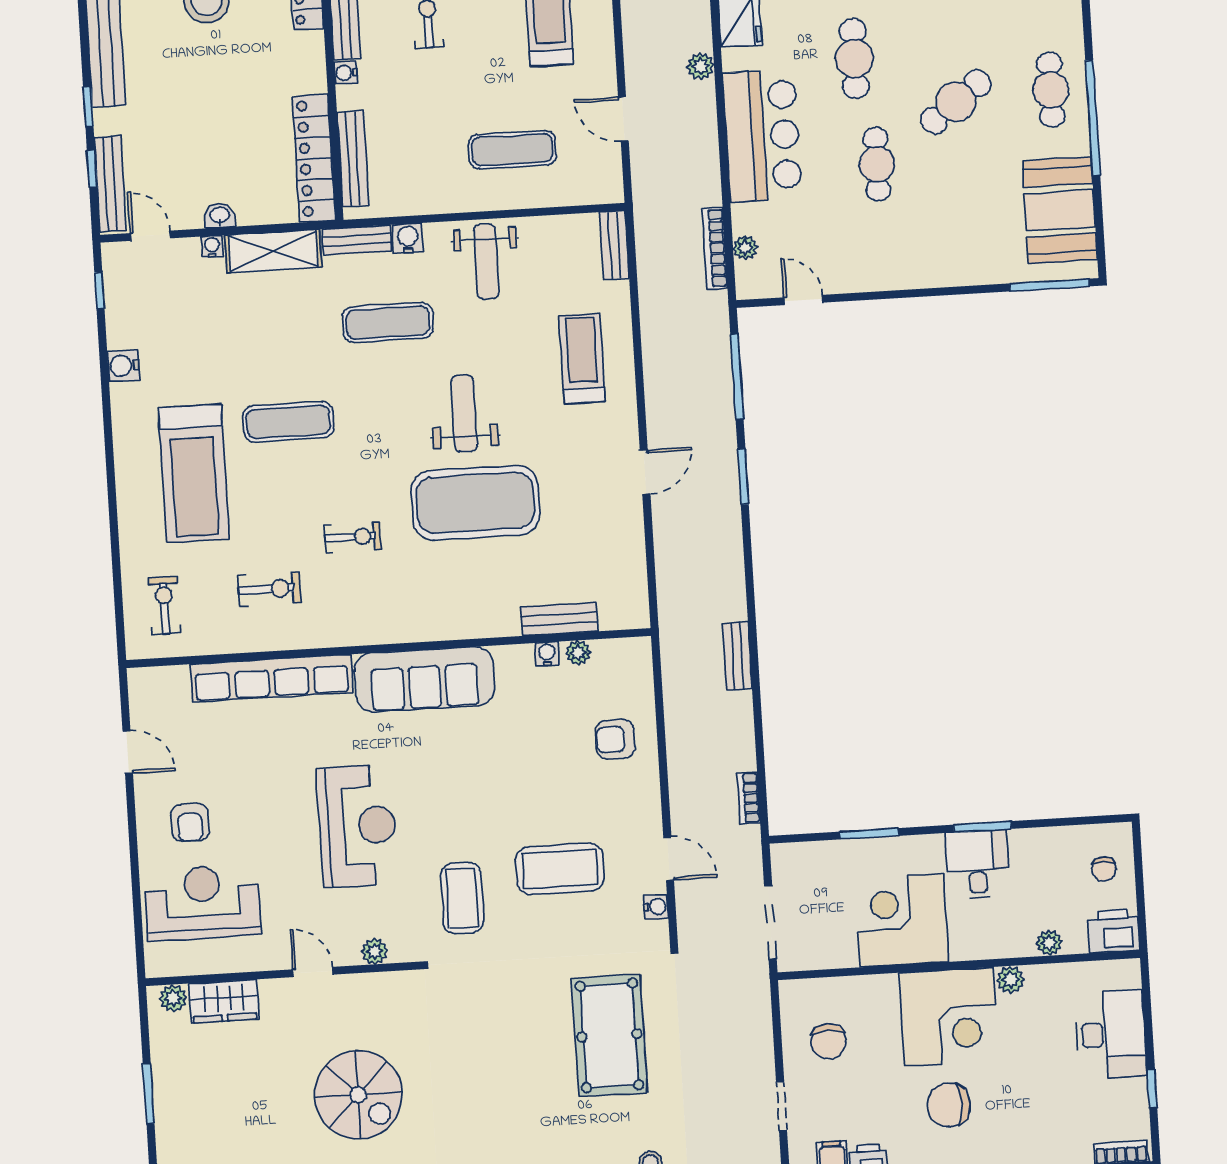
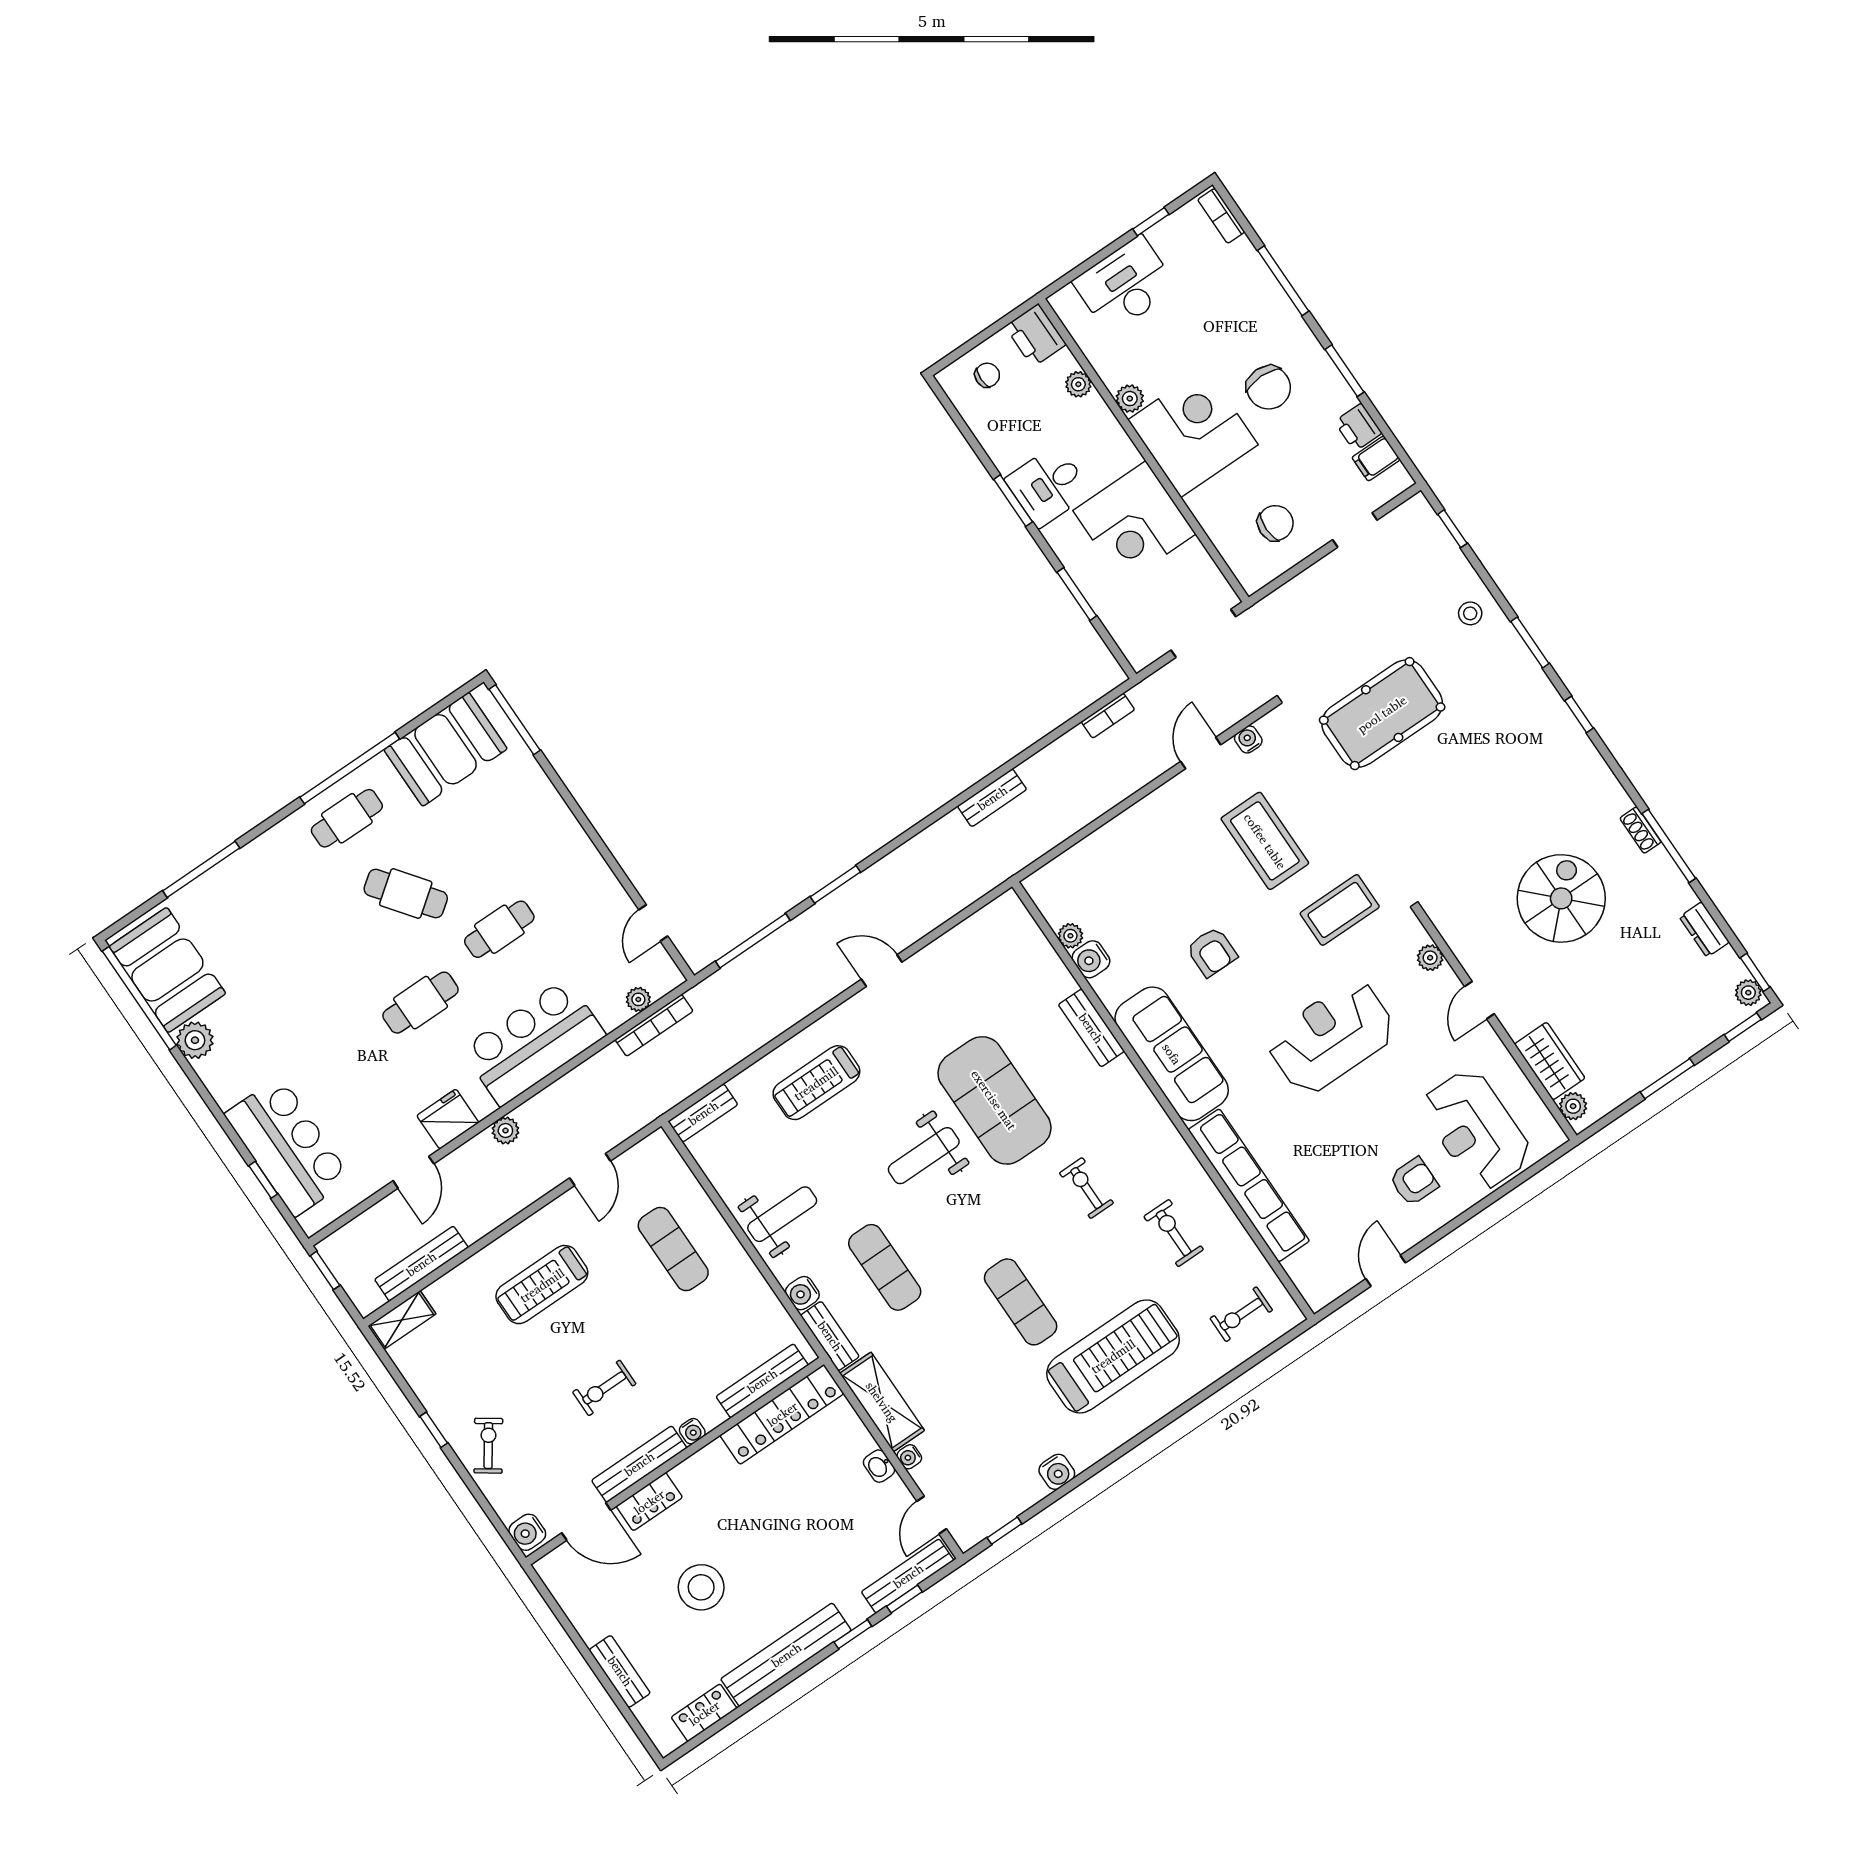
bench: (559, 619) -> (1091, 1028), moved
water cooler: (547, 654) -> (1091, 959), width x1.38, depth x1.38
armchair: (615, 739) -> (1212, 952), moved

